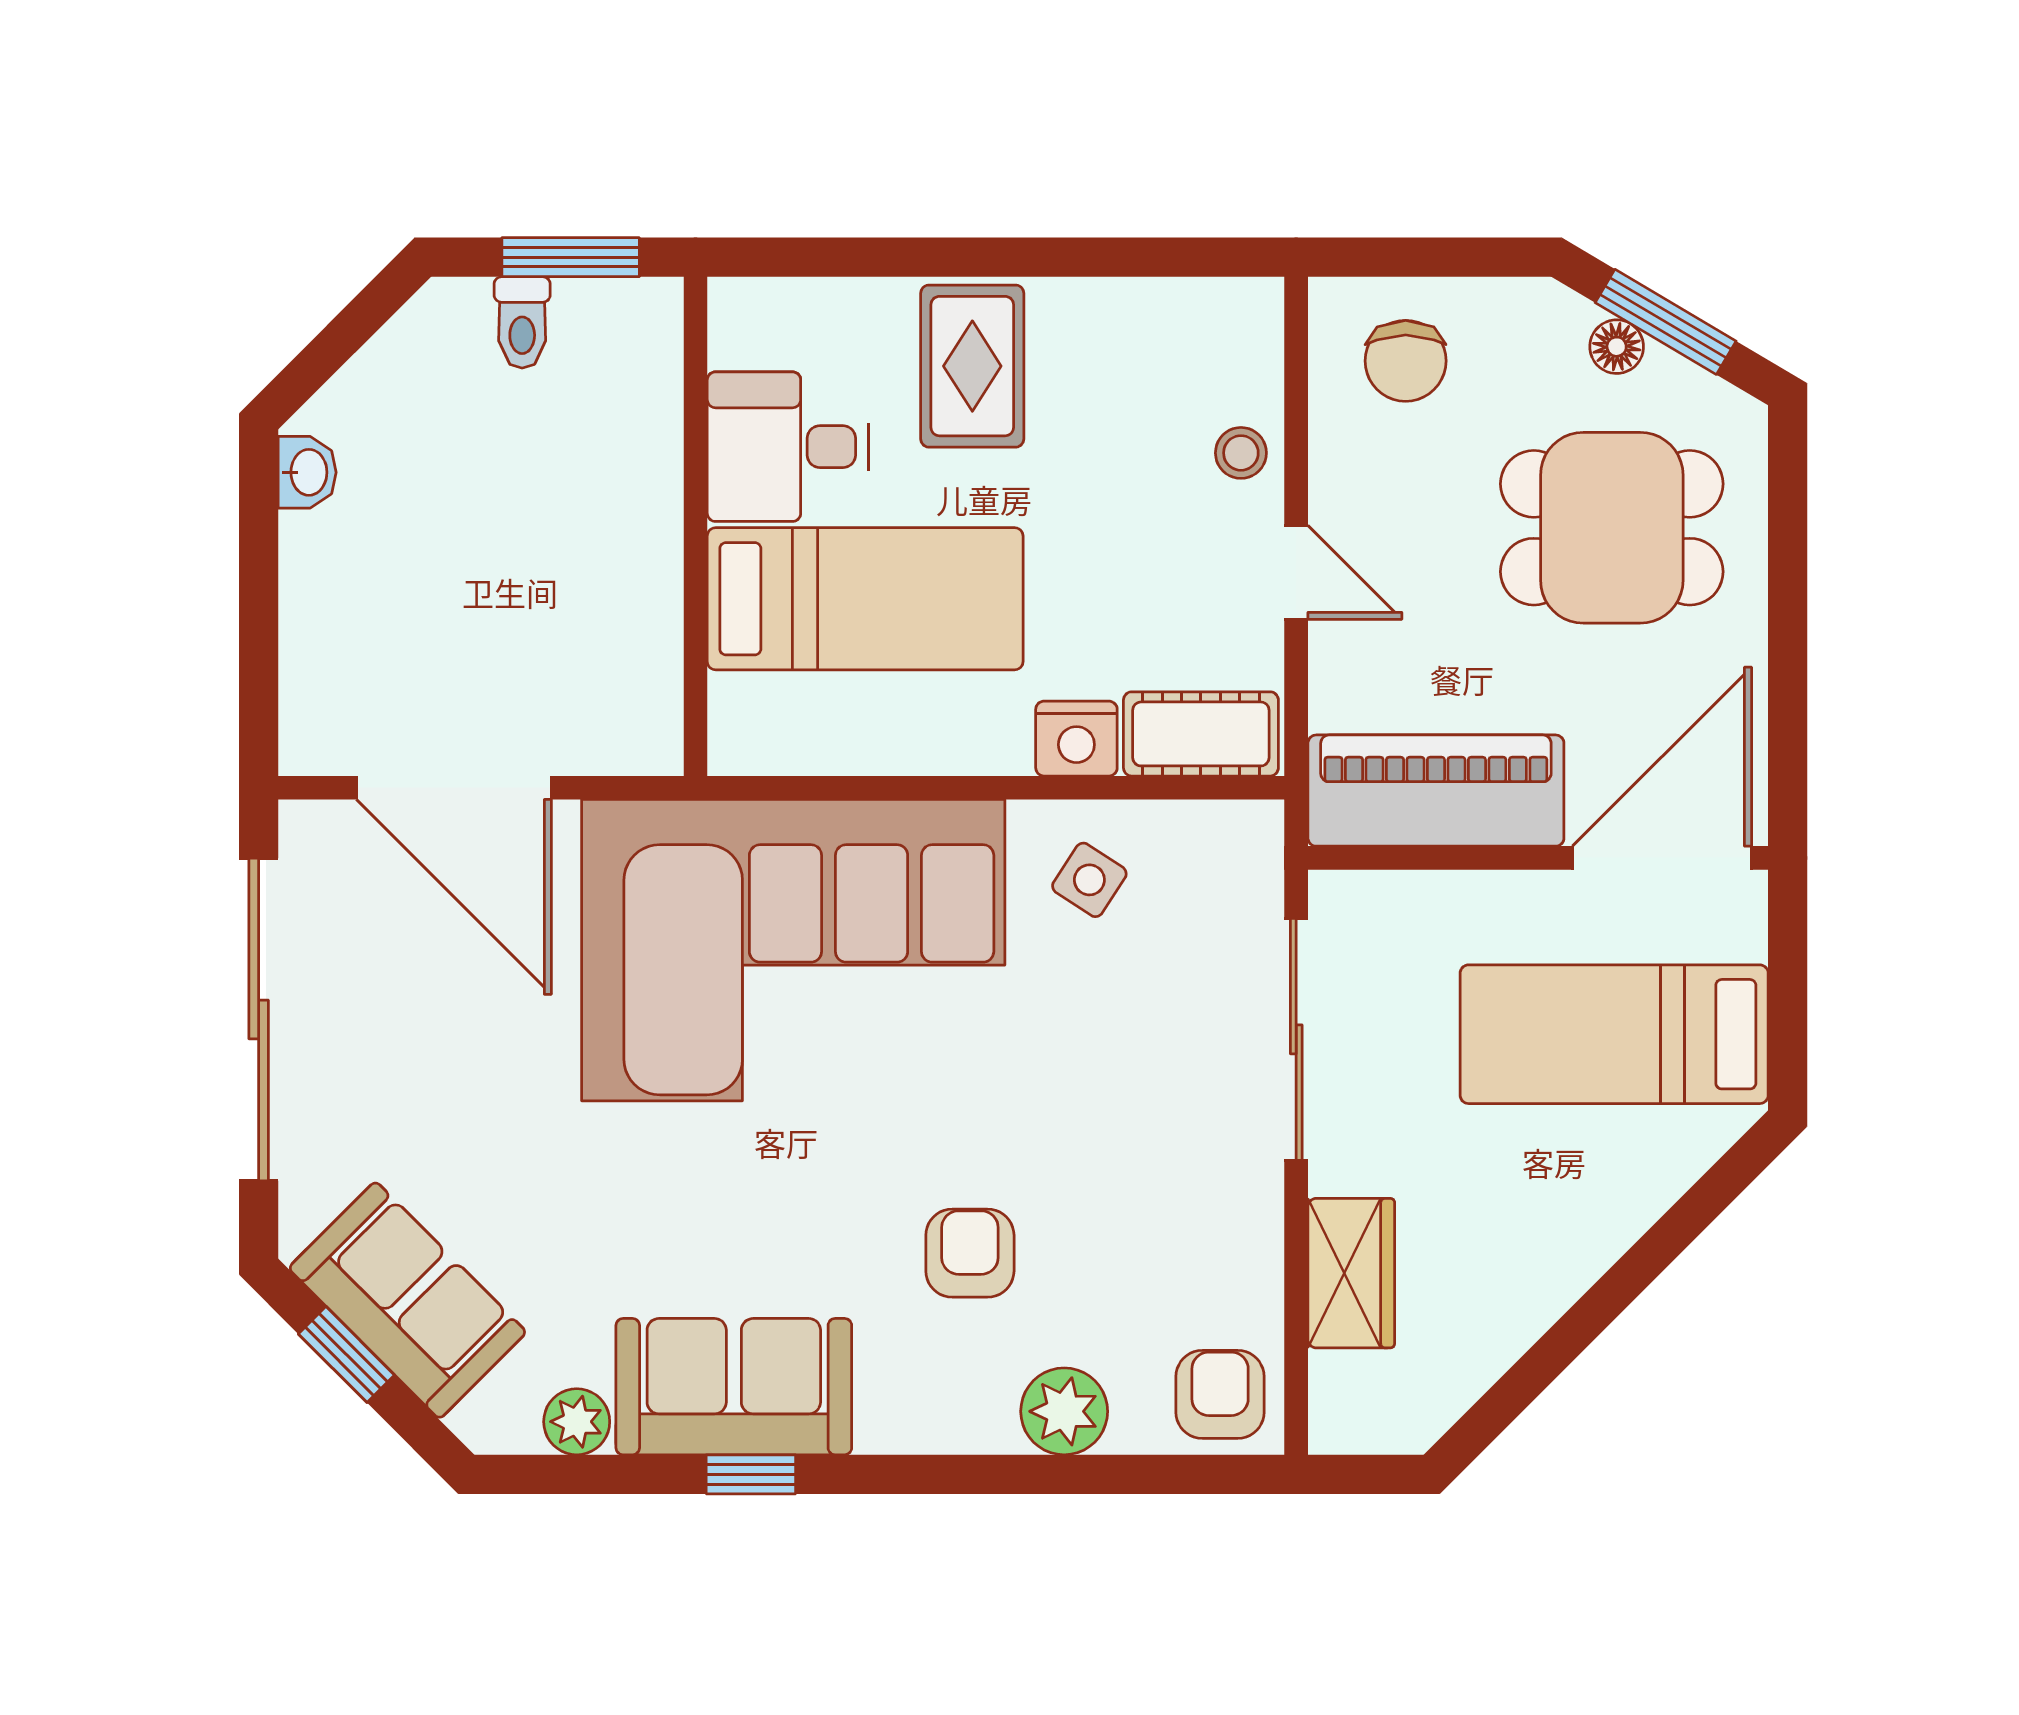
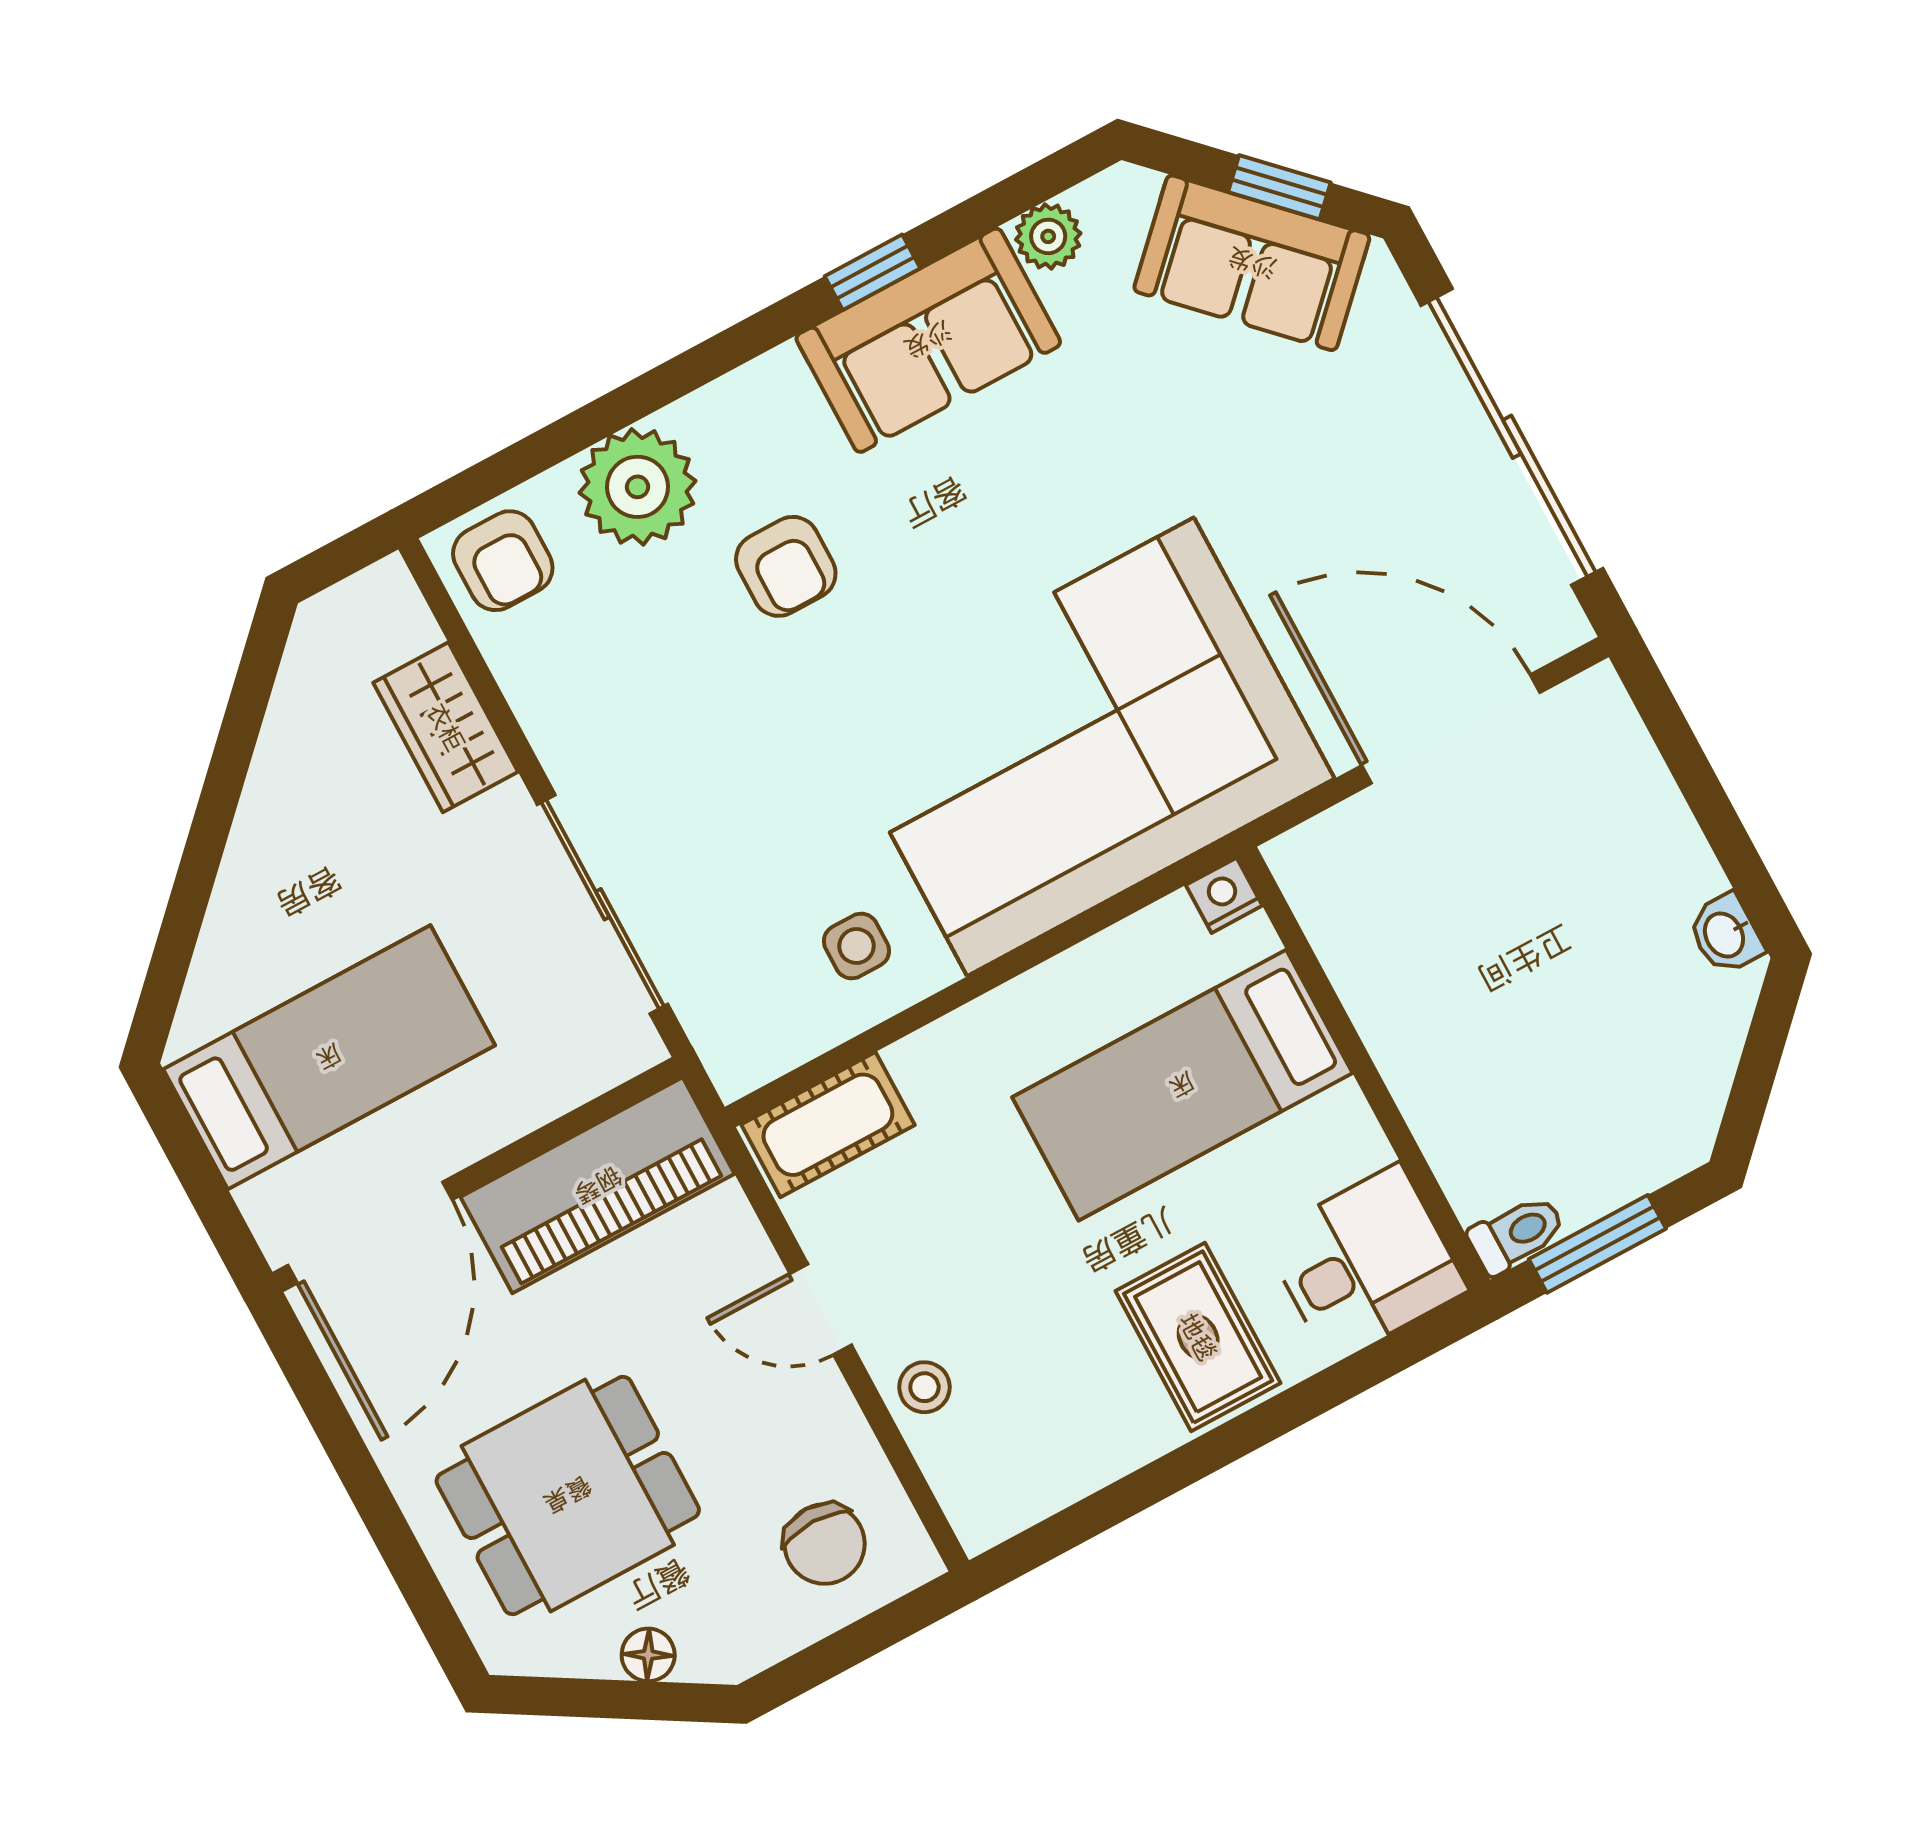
toilet: (522, 322) -> (1517, 1234), moved, turned 90
window: (1666, 322) -> (617, 1699), removed
chair: (1406, 361) -> (825, 1544), turned 180
desk: (788, 447) -> (1365, 1263), moved
nightstand: (1076, 739) -> (1224, 895), moved, width x0.72, depth x0.74
side table: (1089, 880) -> (856, 946), turned -33
plant: (1064, 1411) -> (637, 487), width x1.36, depth x1.36

